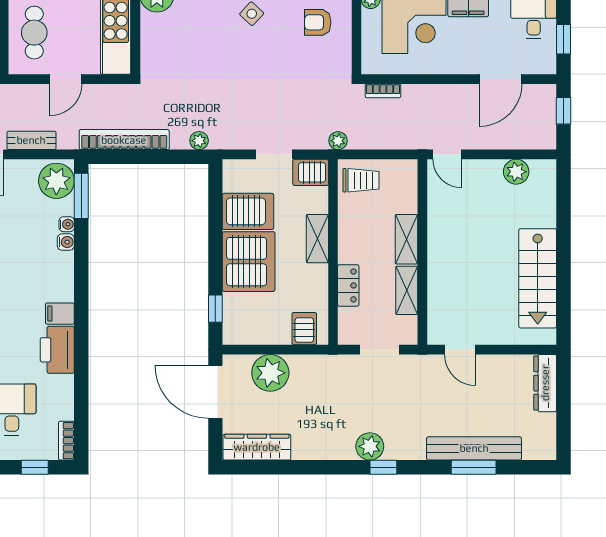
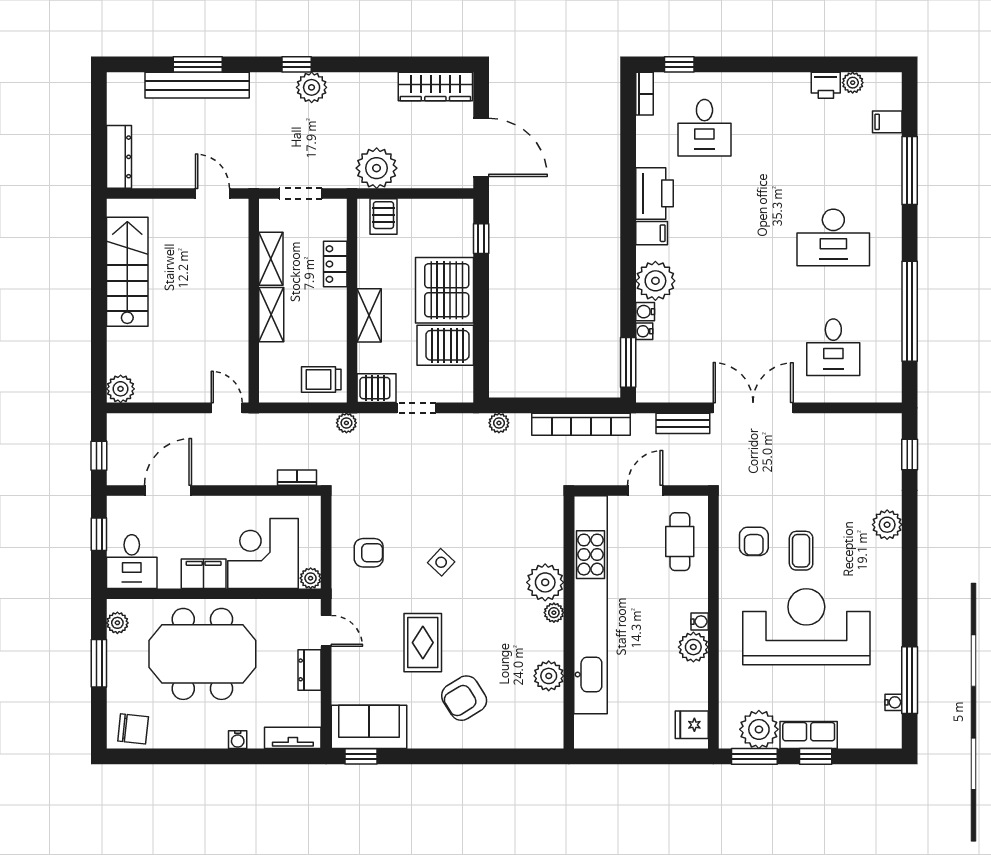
plant: (516, 172) -> (121, 389), moved
plant: (56, 181) -> (655, 281), moved
plant: (270, 373) -> (377, 168), moved

